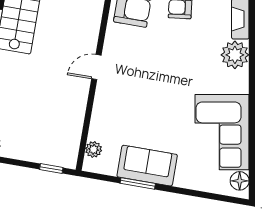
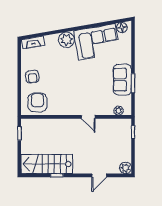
plant: (235, 55) -> (66, 40), moved
door: (96, 67) -> (88, 117), moved

